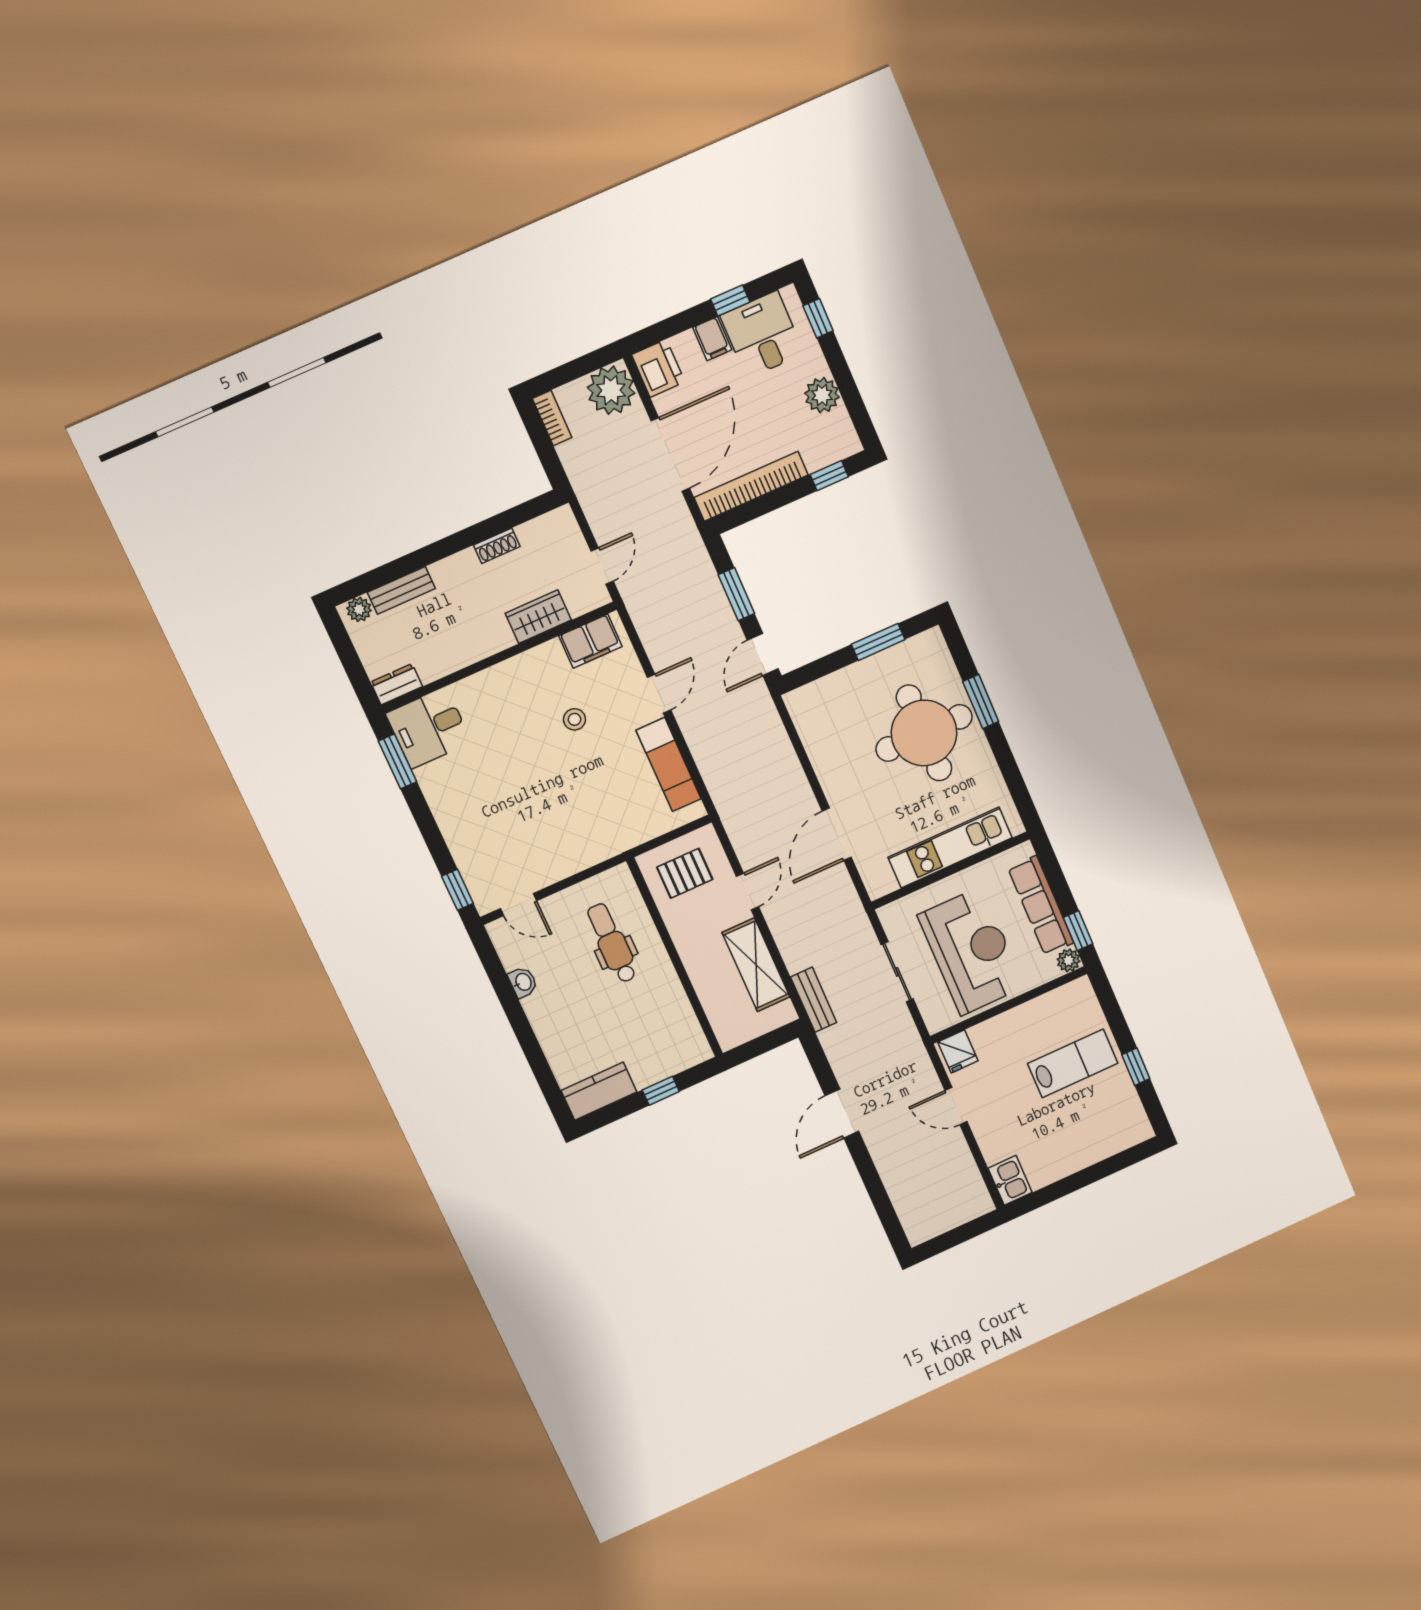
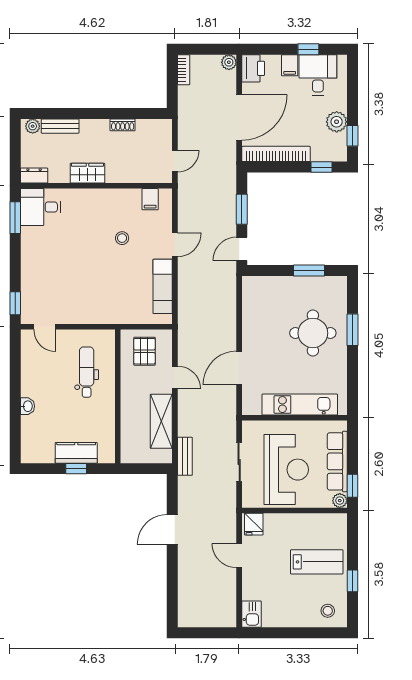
window: (818, 318) -> (352, 136), moved
plant: (611, 390) -> (229, 62), width x0.53, depth x0.53
wardrobe: (538, 617) -> (87, 173), moved
filing cabinet: (590, 641) -> (150, 199), width x0.50
round table: (924, 733) -> (313, 333), width x0.73, depth x0.73
pallet: (685, 873) -> (144, 351), turned 90
door: (747, 891) -> (175, 377), hinge flipped
washbasin: (523, 982) -> (27, 406), moved
kitchen counter: (599, 1091) -> (76, 453), moved
stool: (1118, 1125) -> (328, 611), added

